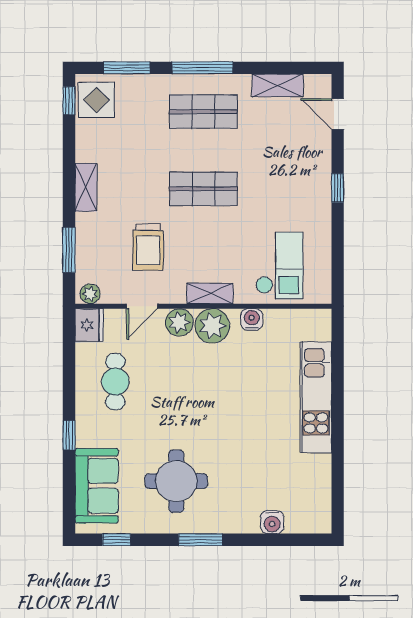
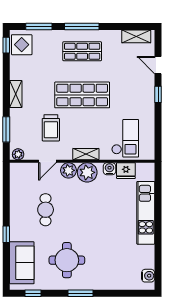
shelving: (278, 85) -> (136, 36), moved
door: (338, 114) -> (158, 65), moved
shop shelf: (203, 189) -> (82, 95), width x1.43, depth x1.36
fridge: (89, 325) -> (126, 171), moved, turned 90
cafe table: (115, 382) -> (46, 210), moved
water cooler: (272, 522) -> (148, 276), moved, turned -90

